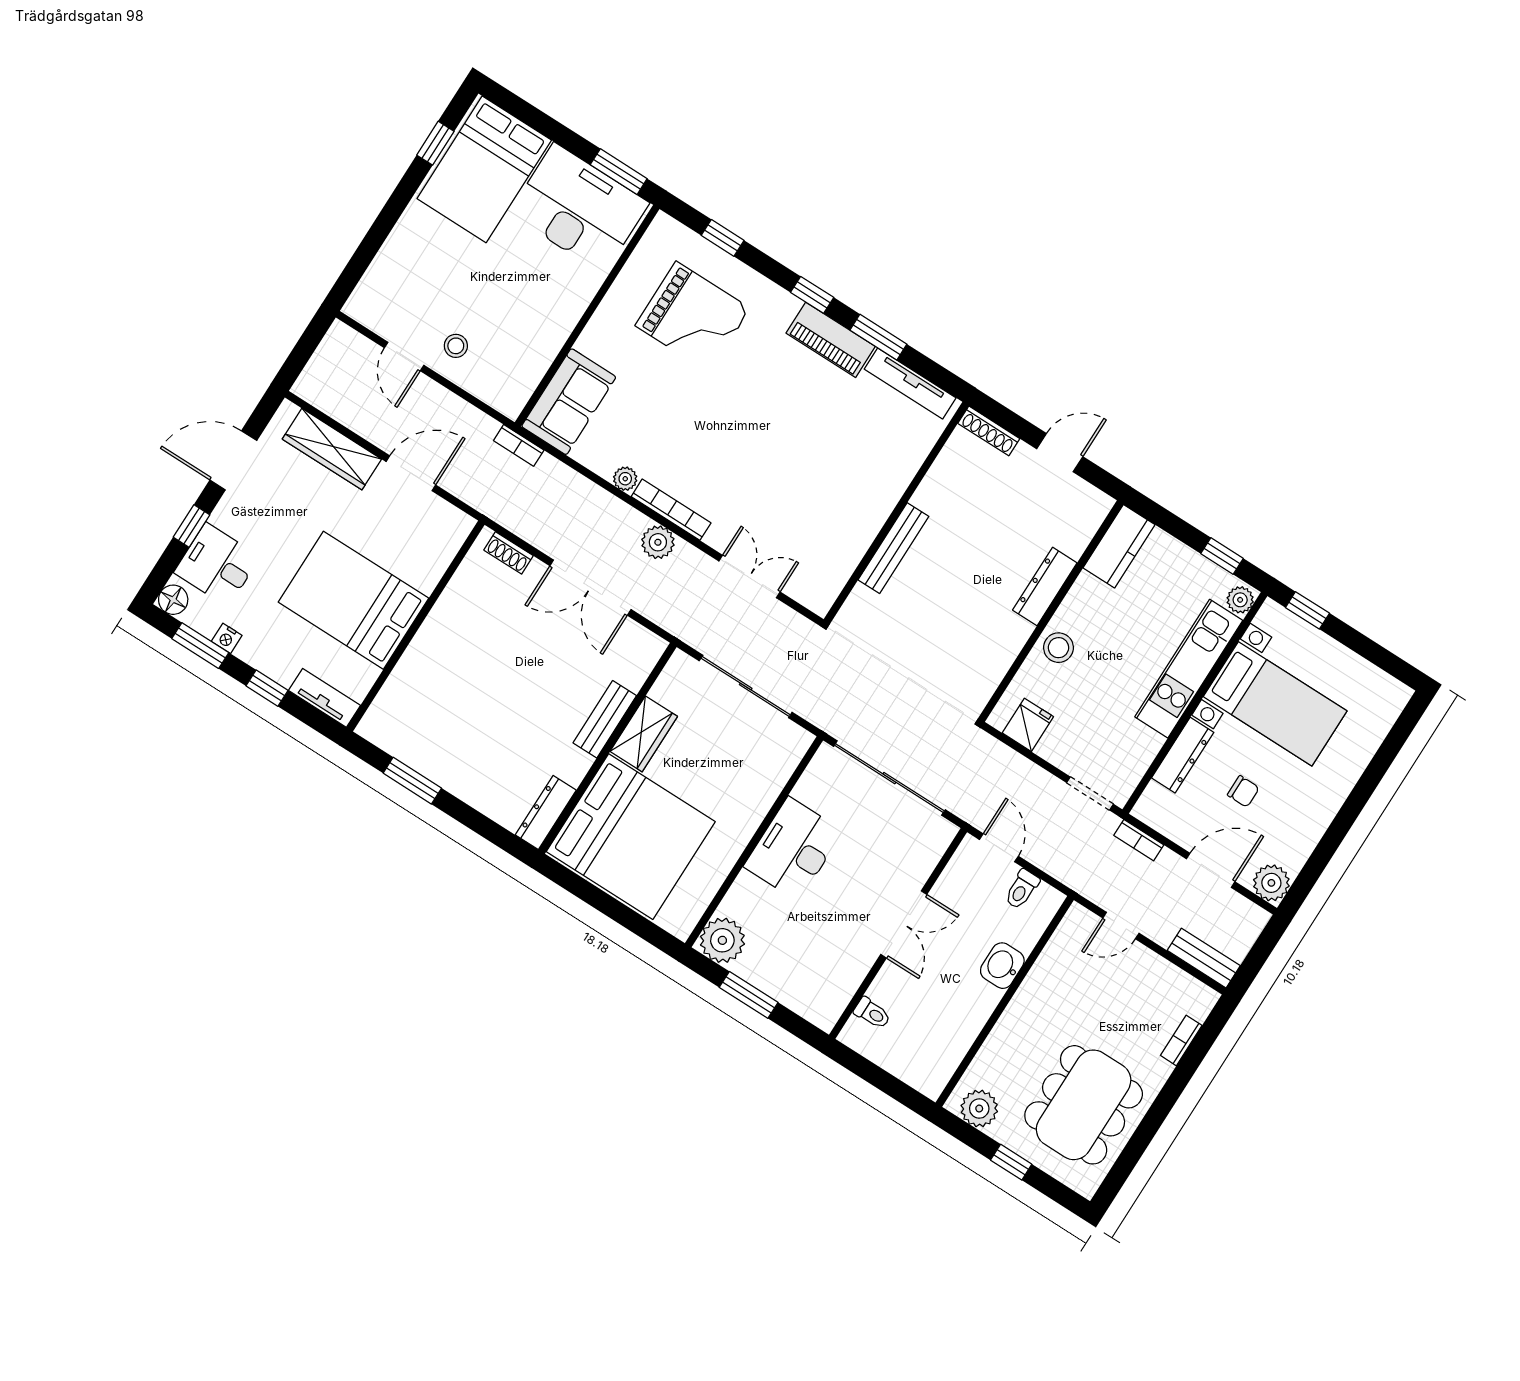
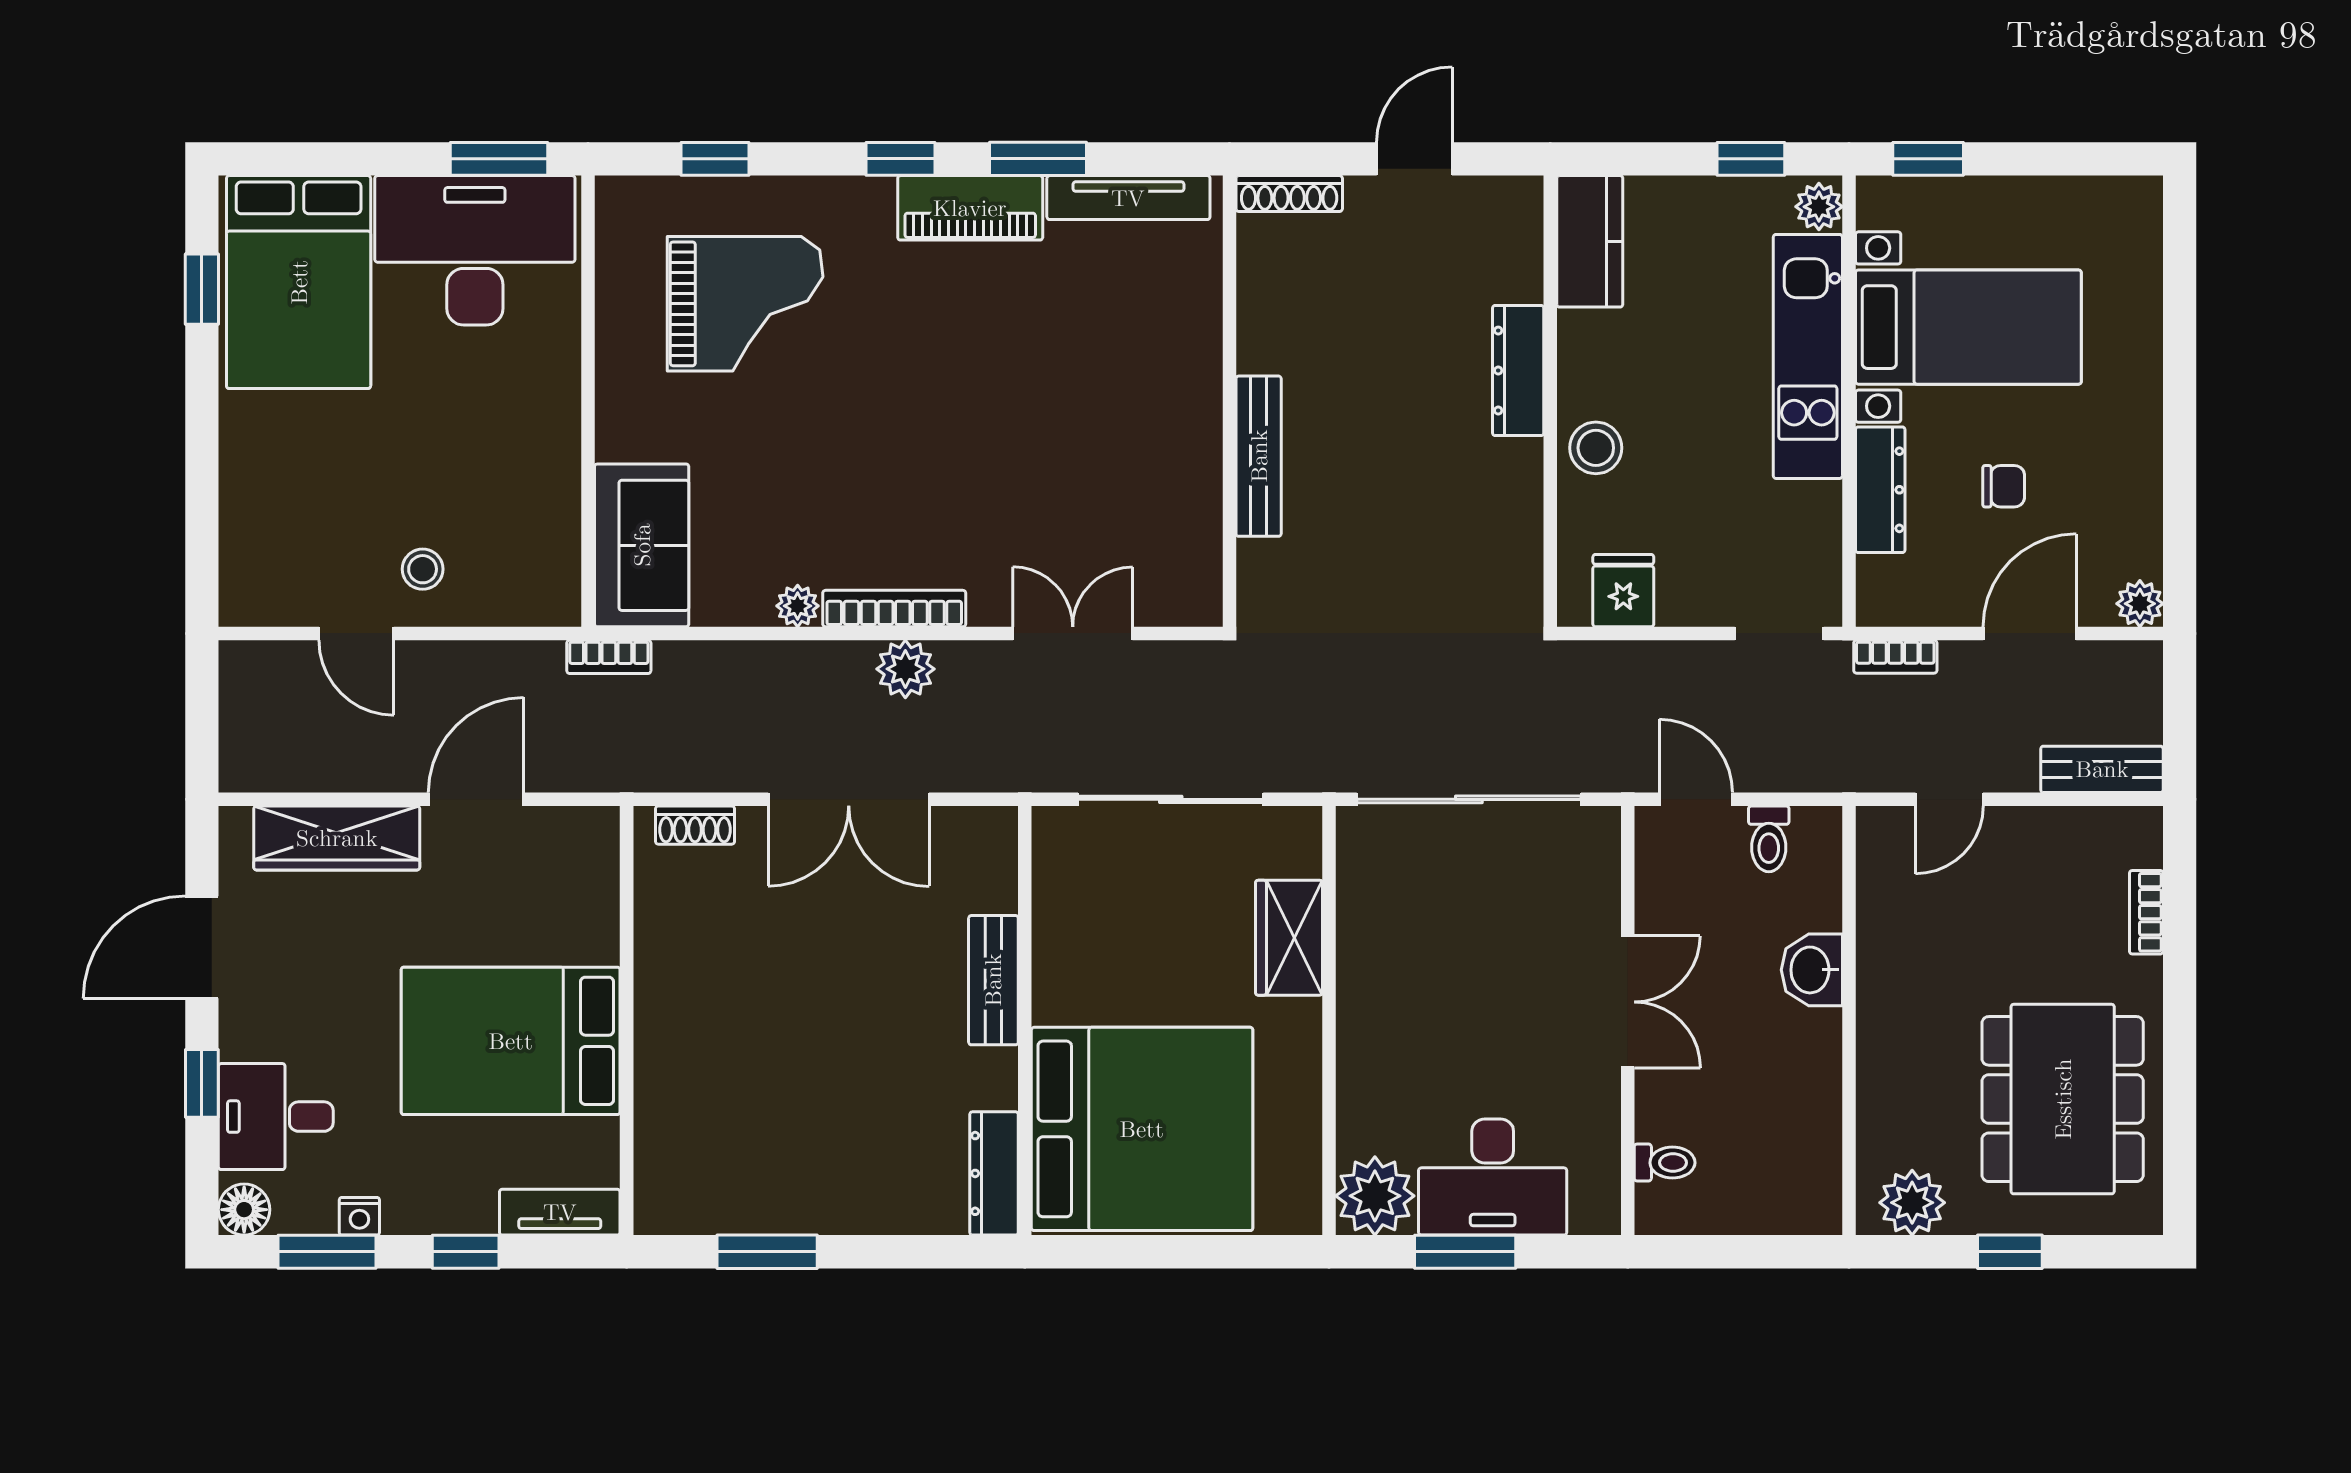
wardrobe: (644, 734) -> (1289, 938), moved, turned 180
desk: (793, 849) -> (1493, 1177), moved, turned -90
plant: (1271, 883) -> (2140, 604), width x0.73, depth x0.73

